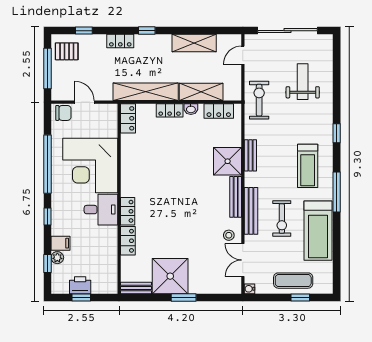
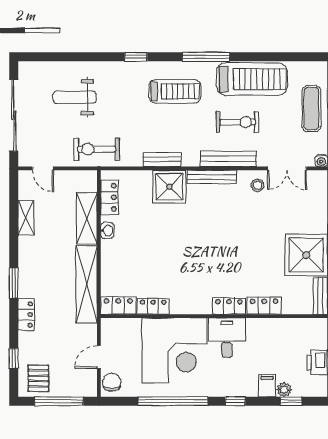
window: (147, 31) -> (14, 283), width x1.50
shelving: (194, 43) -> (26, 218), width x0.67, depth x0.75
locker: (170, 110) -> (153, 306), moved, turned -90

